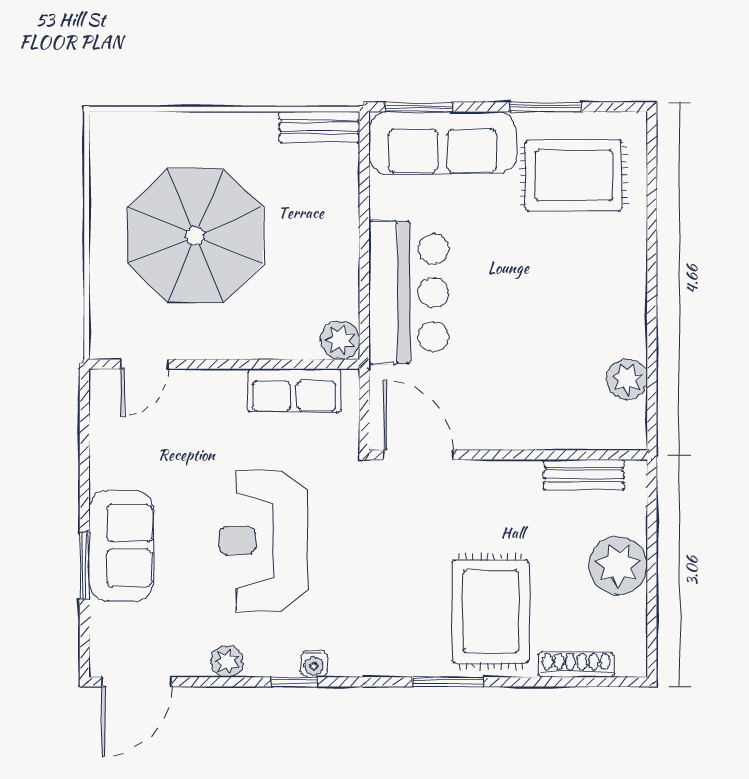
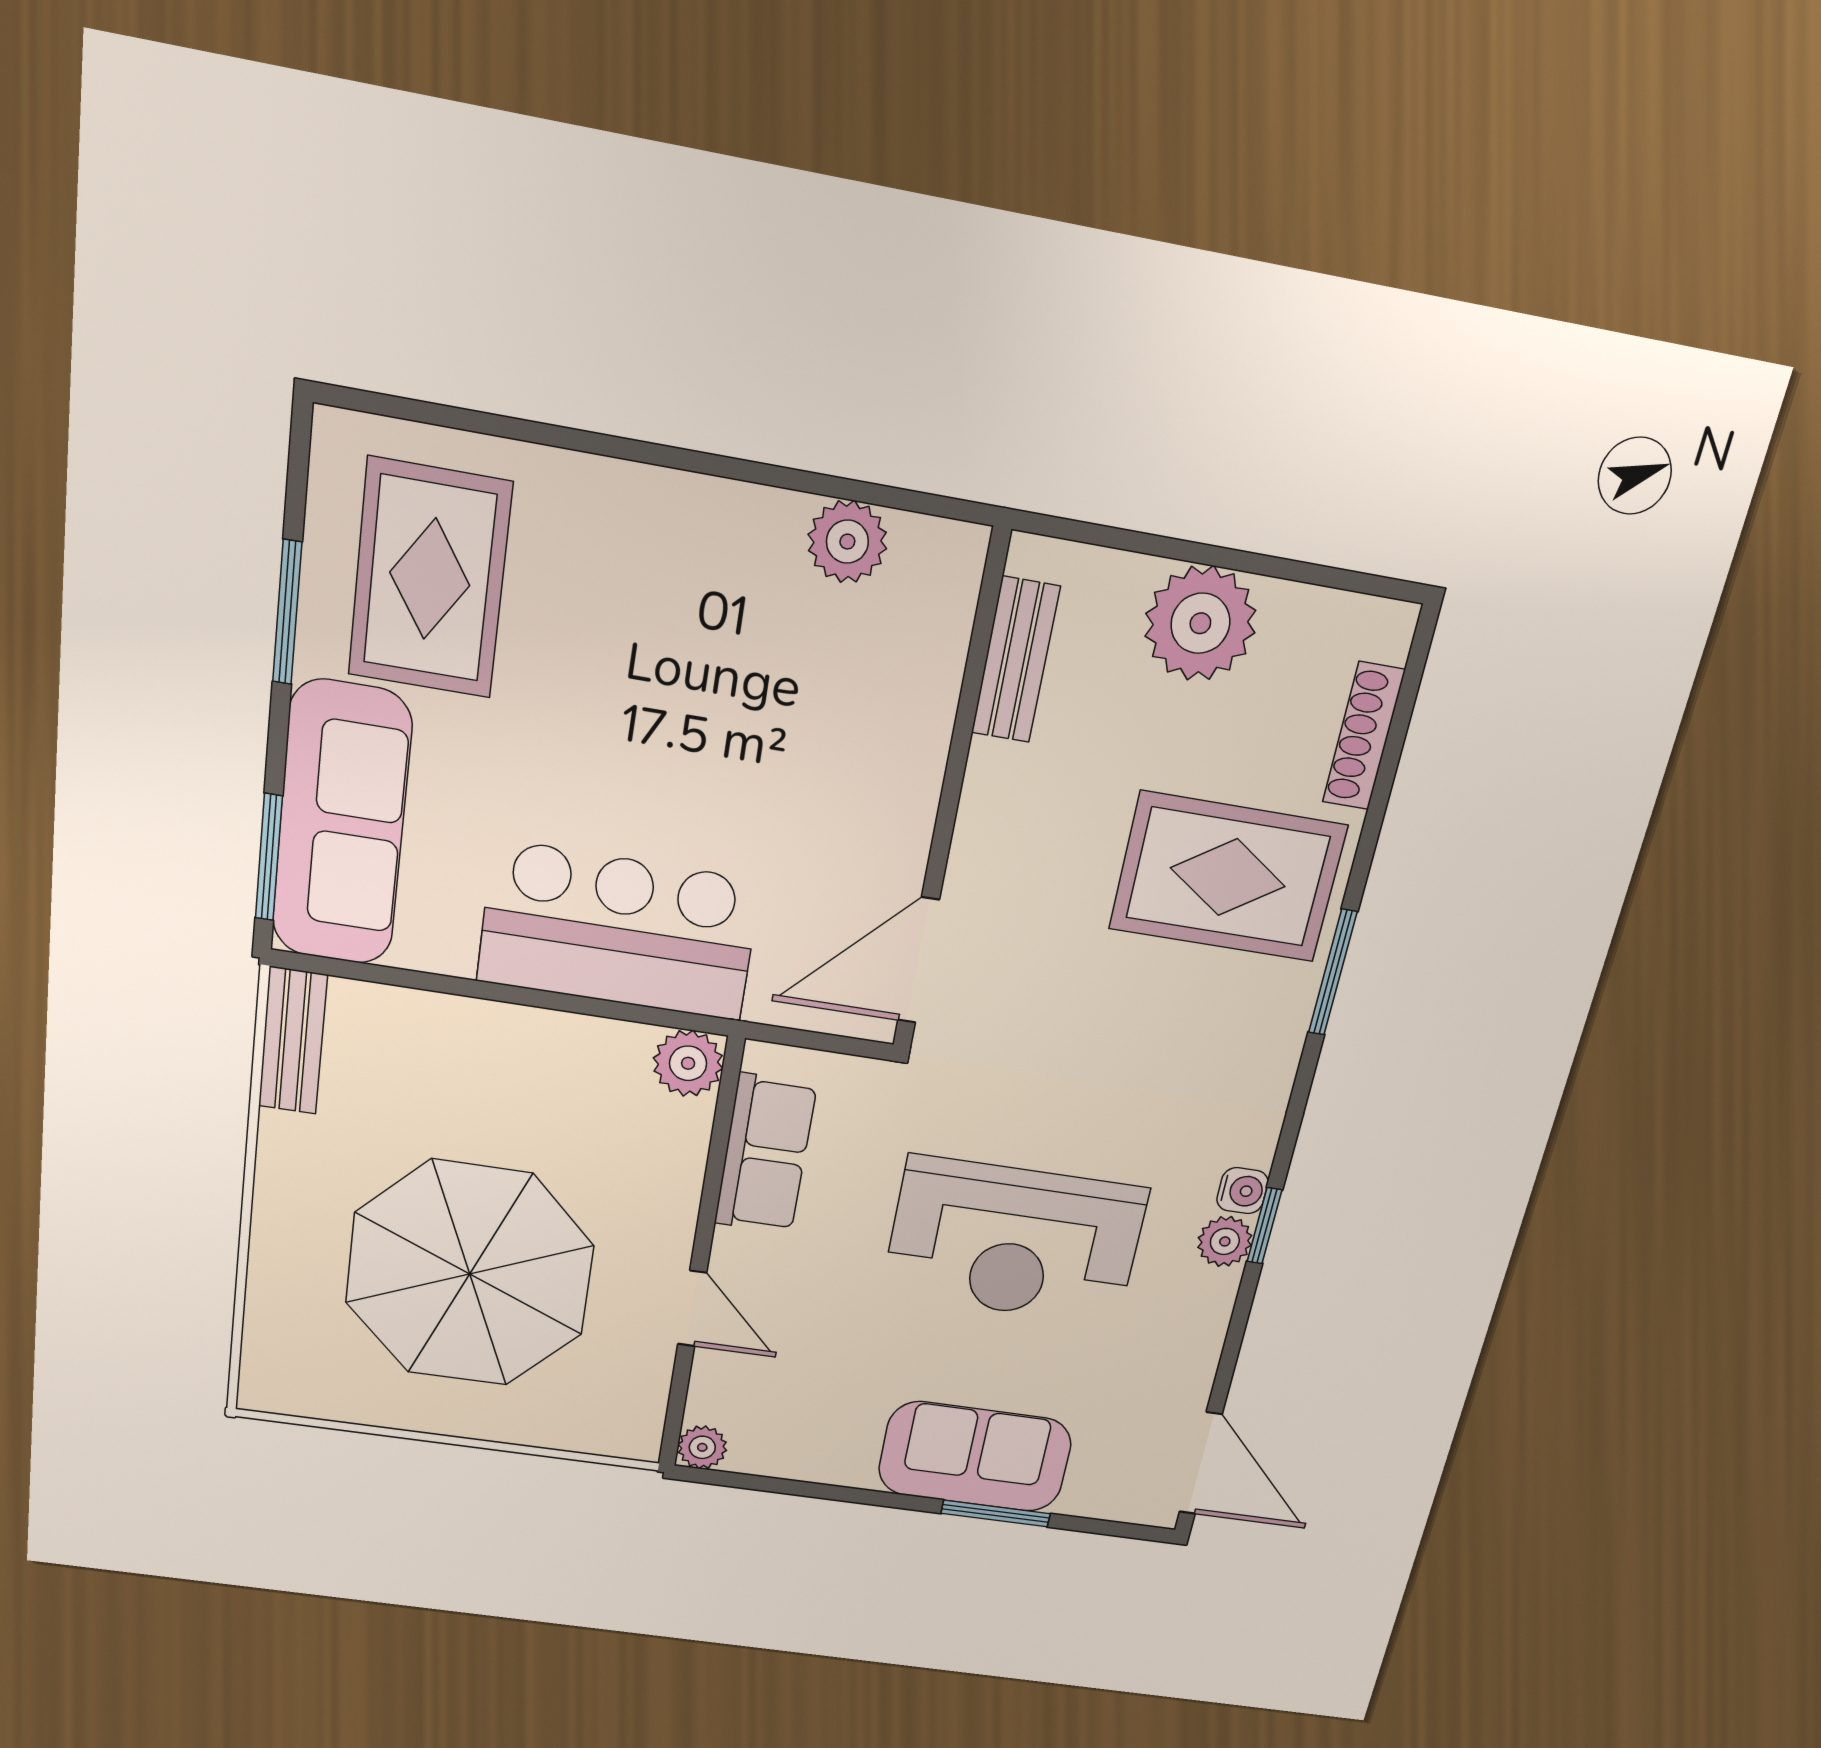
door: (144, 364) -> (692, 1308), moved
plant: (104, 383) -> (702, 1447), added
plant: (227, 661) -> (1225, 1241), moved

